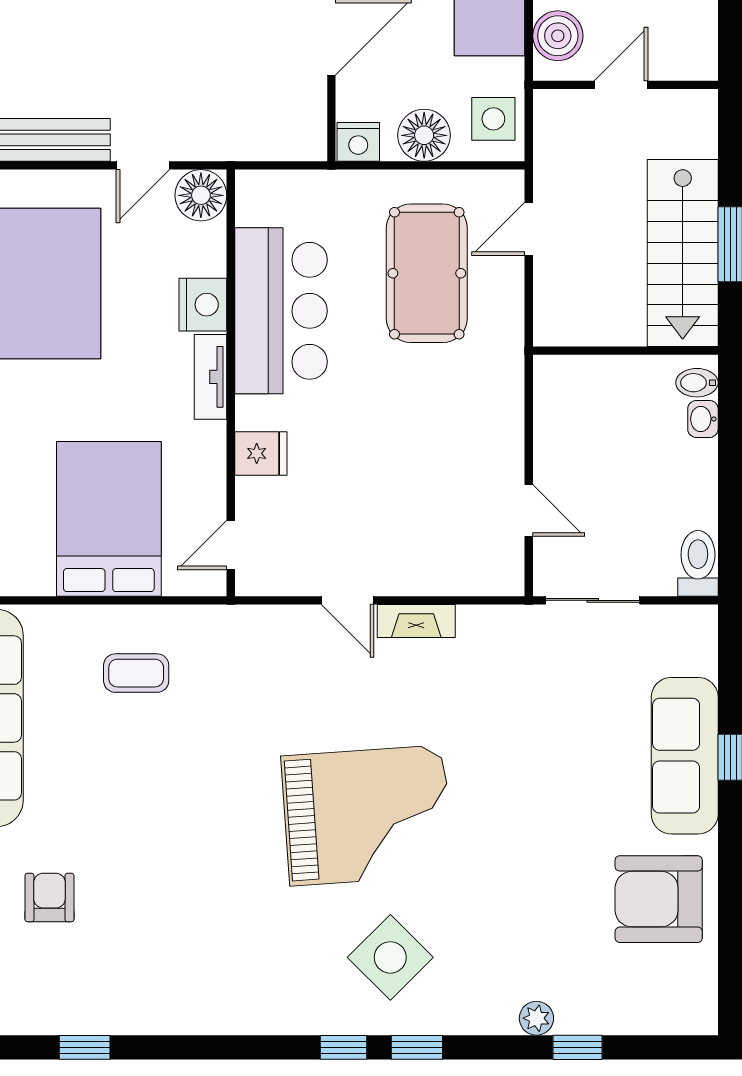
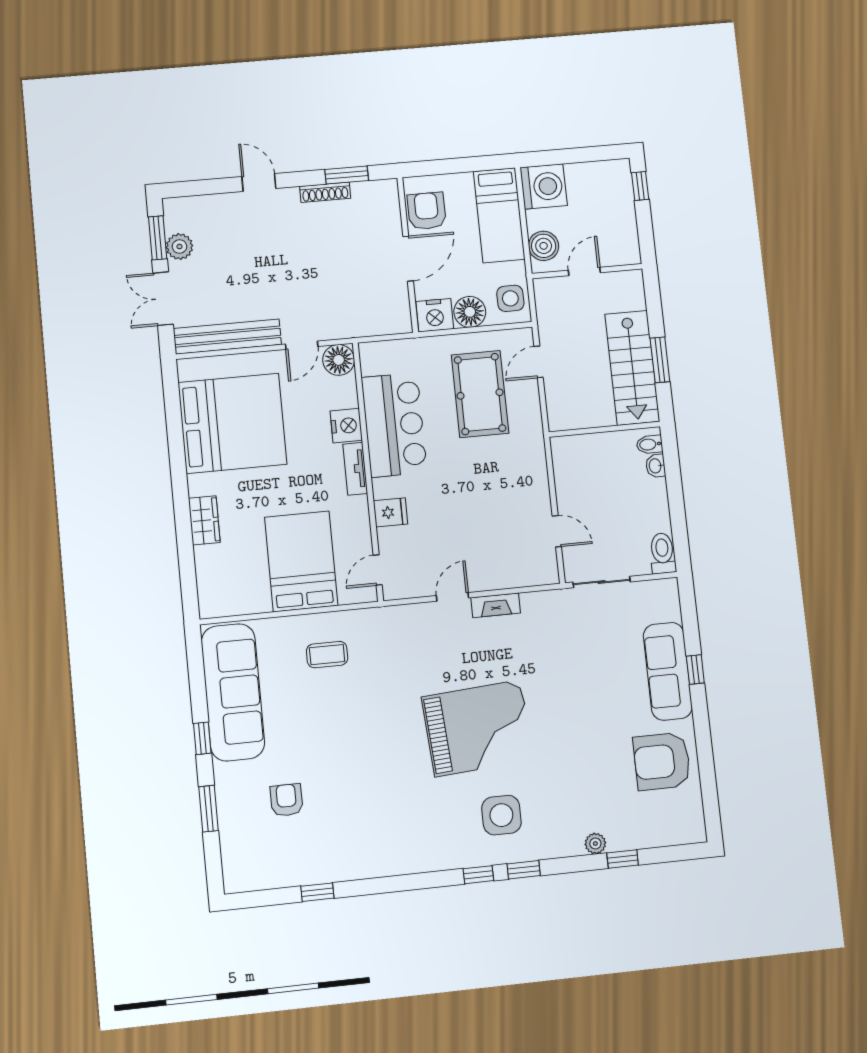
nightstand: (358, 142) -> (435, 315), width x1.36, depth x1.33
door: (348, 600) -> (452, 597), swing flipped
side table: (390, 957) -> (501, 815), turned 45

